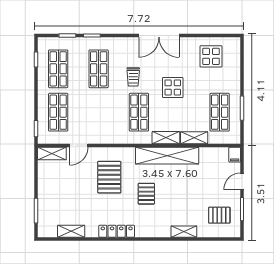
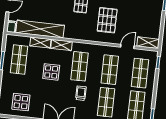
display table: (173, 88) -> (51, 72), moved
shop shelf: (99, 112) -> (110, 70), added
shelving: (167, 156) -> (40, 29), moved

